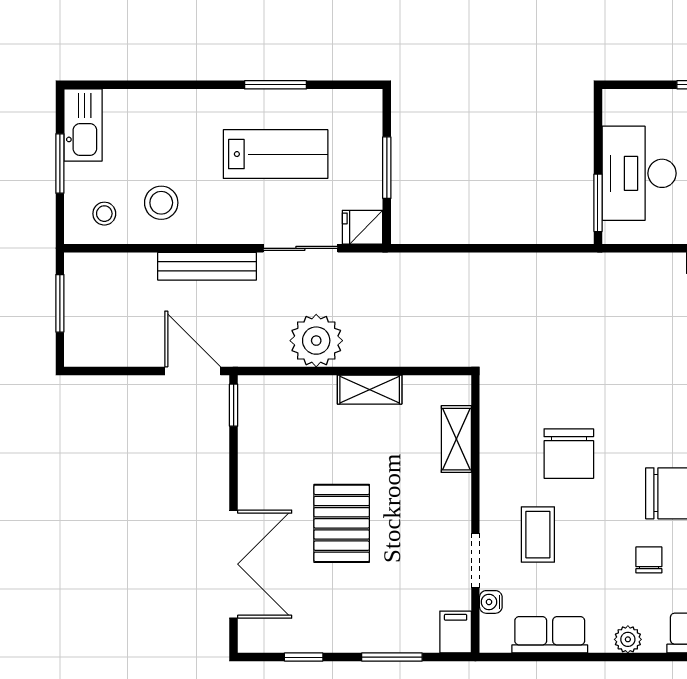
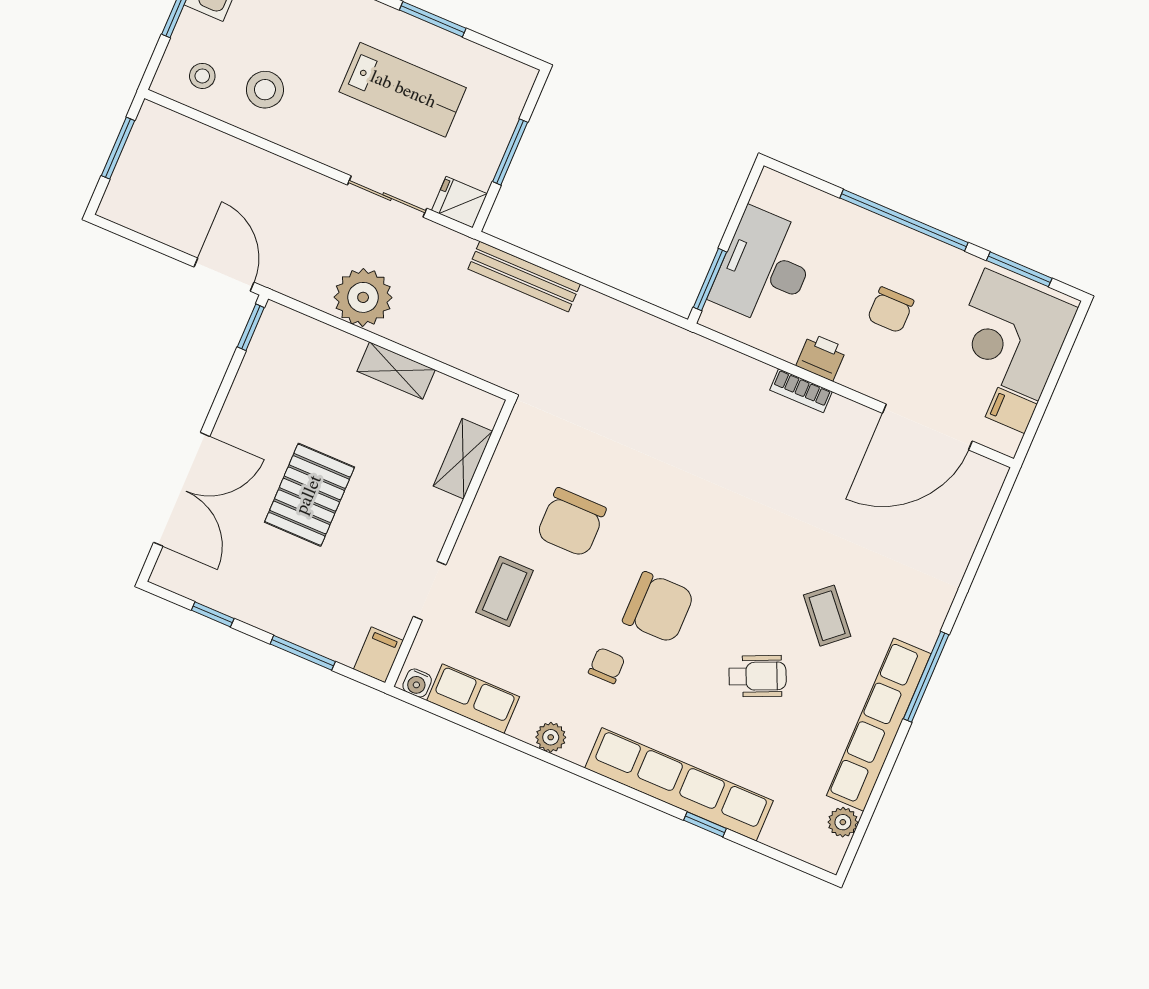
bench: (207, 266) -> (524, 277), moved
water cooler: (491, 602) -> (417, 683), moved, turned -90

